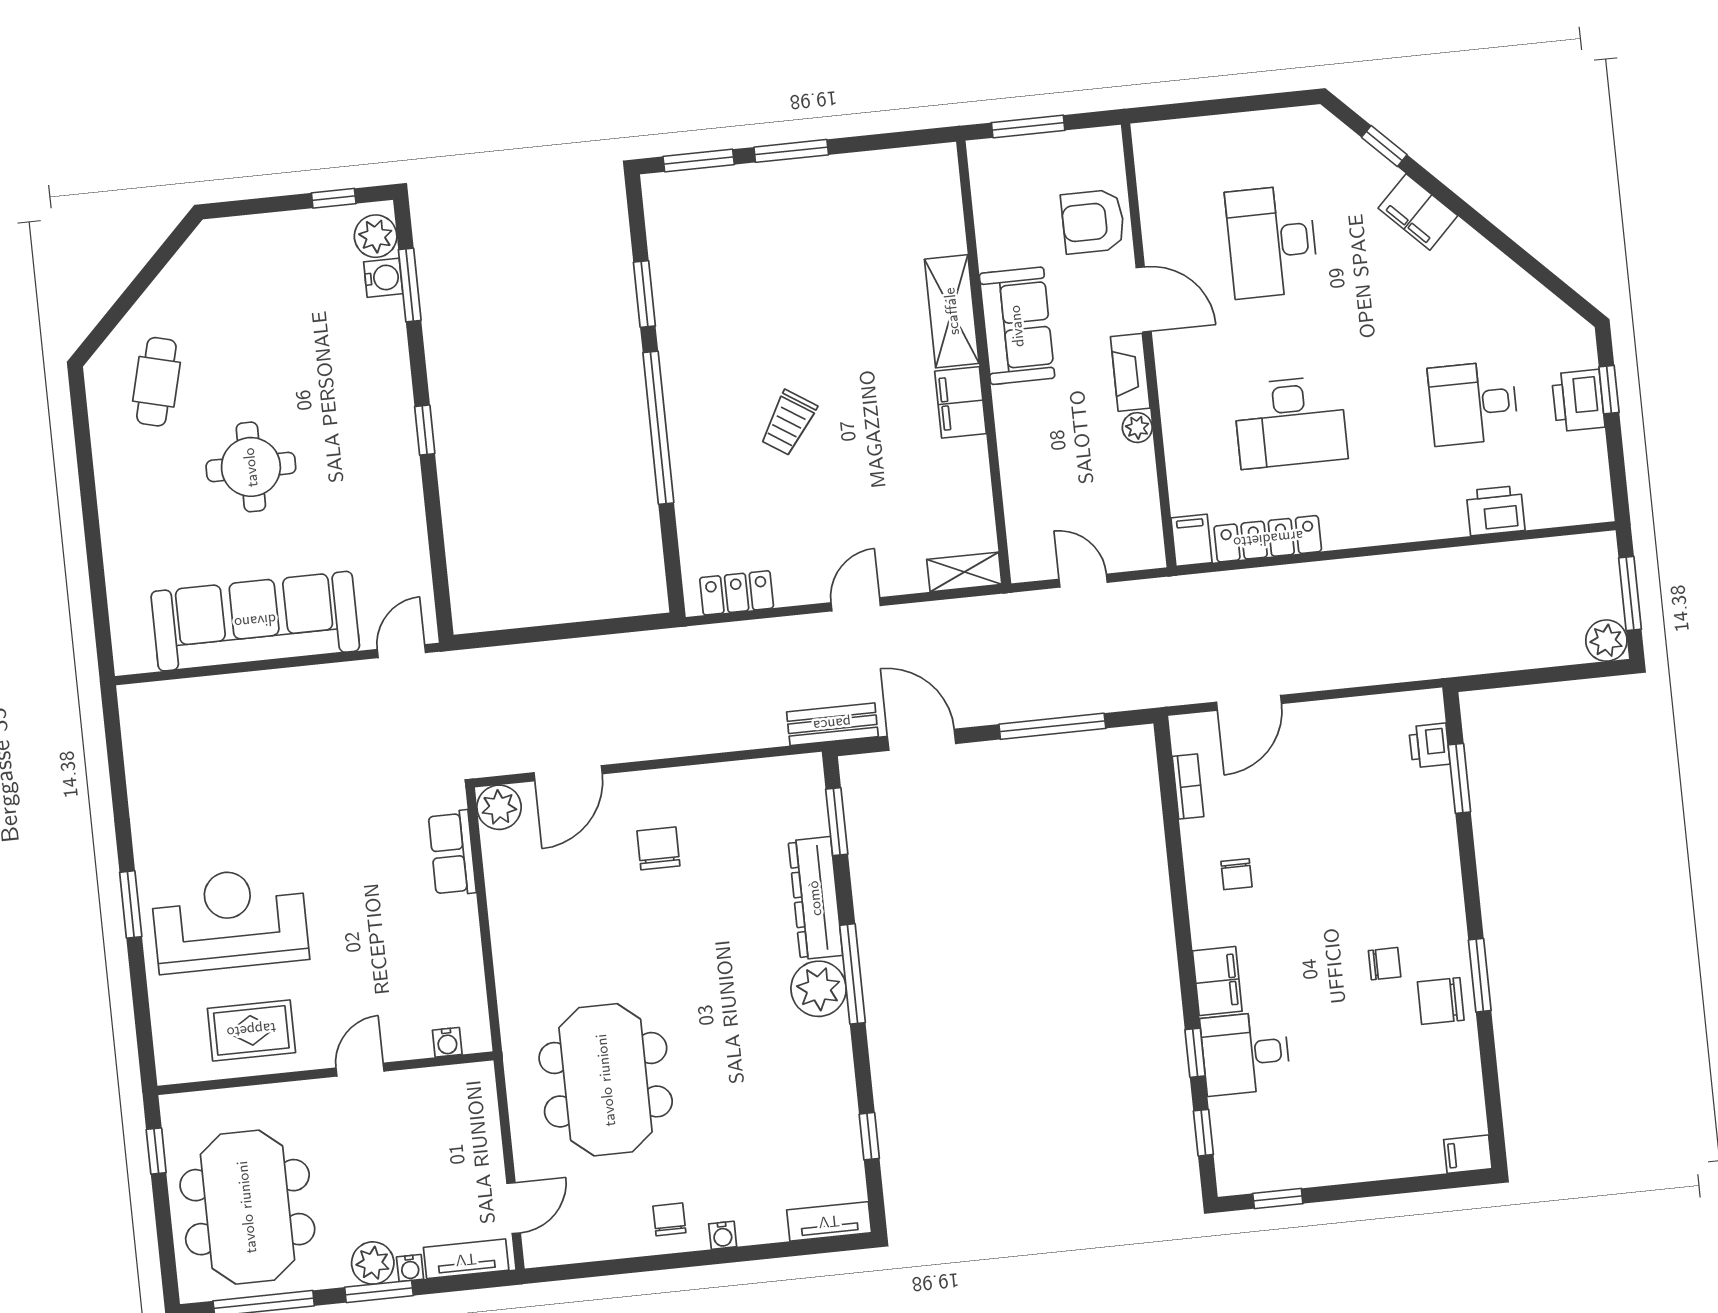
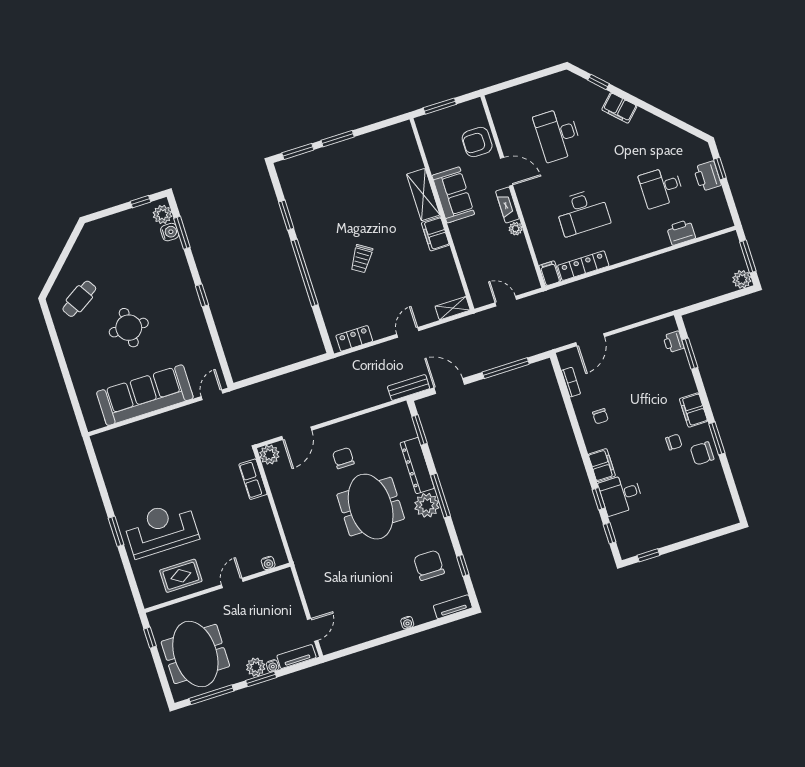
cafe table: (156, 382) -> (79, 299), turned 44
meeting table: (606, 1080) -> (371, 507), moved
filing cabinet: (1468, 1154) -> (693, 410), moved, width x2.00
chair: (669, 1219) -> (429, 565), moved, width x1.87, depth x1.87

